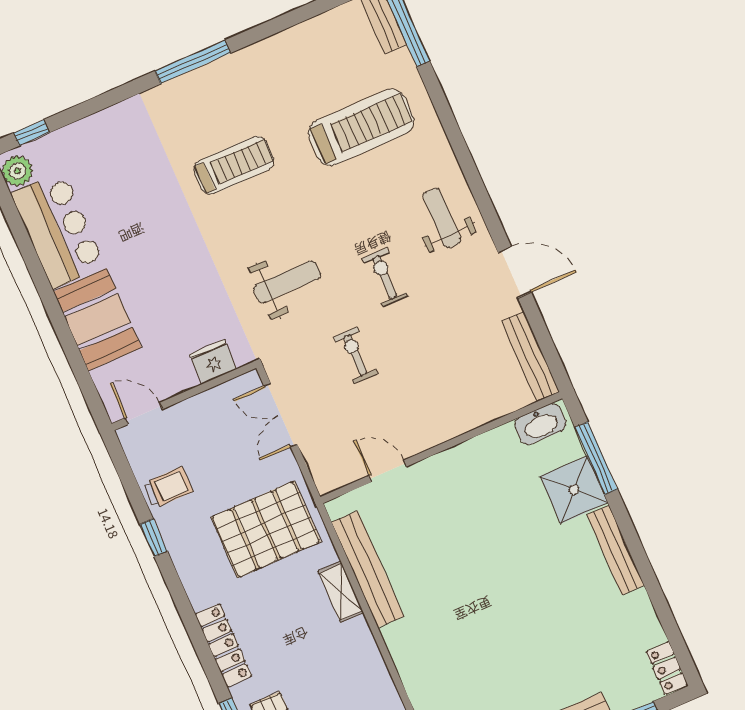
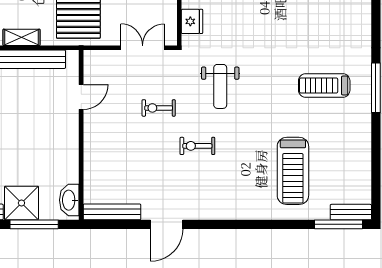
treadmill: (234, 165) -> (324, 85), moved, turned 90
weight bench: (442, 218) -> (218, 195), removed
exercise bike: (385, 277) -> (197, 146), turned 180
exercise bike: (355, 355) -> (159, 108), turned 180

